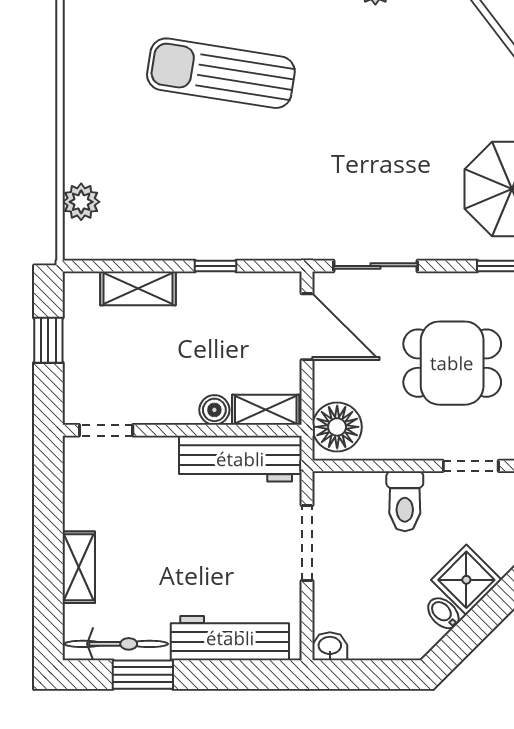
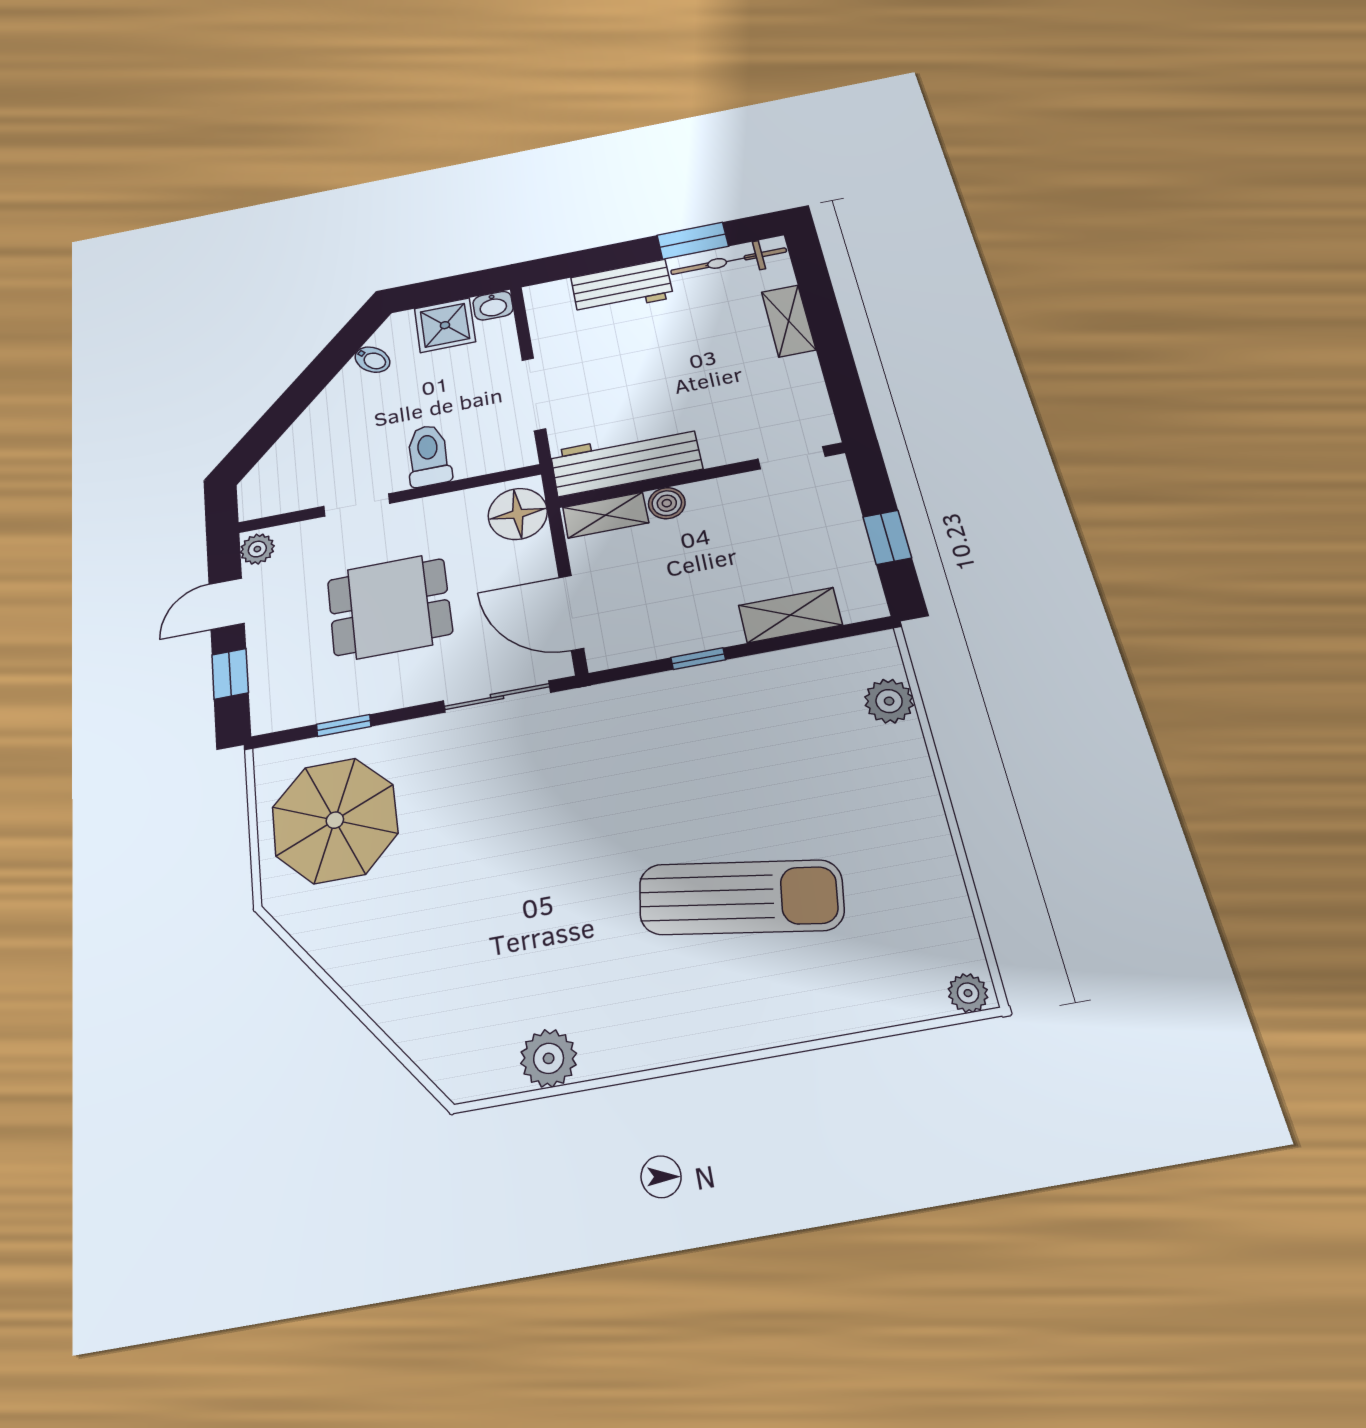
shower: (466, 580) -> (445, 325), moved, turned 45
workbench: (230, 638) -> (622, 288), width x0.73

